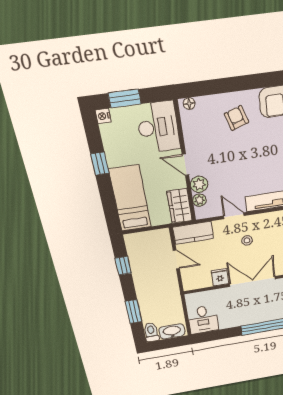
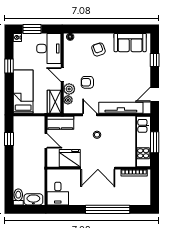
armchair: (225, 171) -> (87, 82), added
fridge: (220, 277) -> (70, 158), width x1.88, depth x1.34
double door: (252, 281) -> (98, 168), swing flipped
window: (134, 312) -> (9, 177), removed

